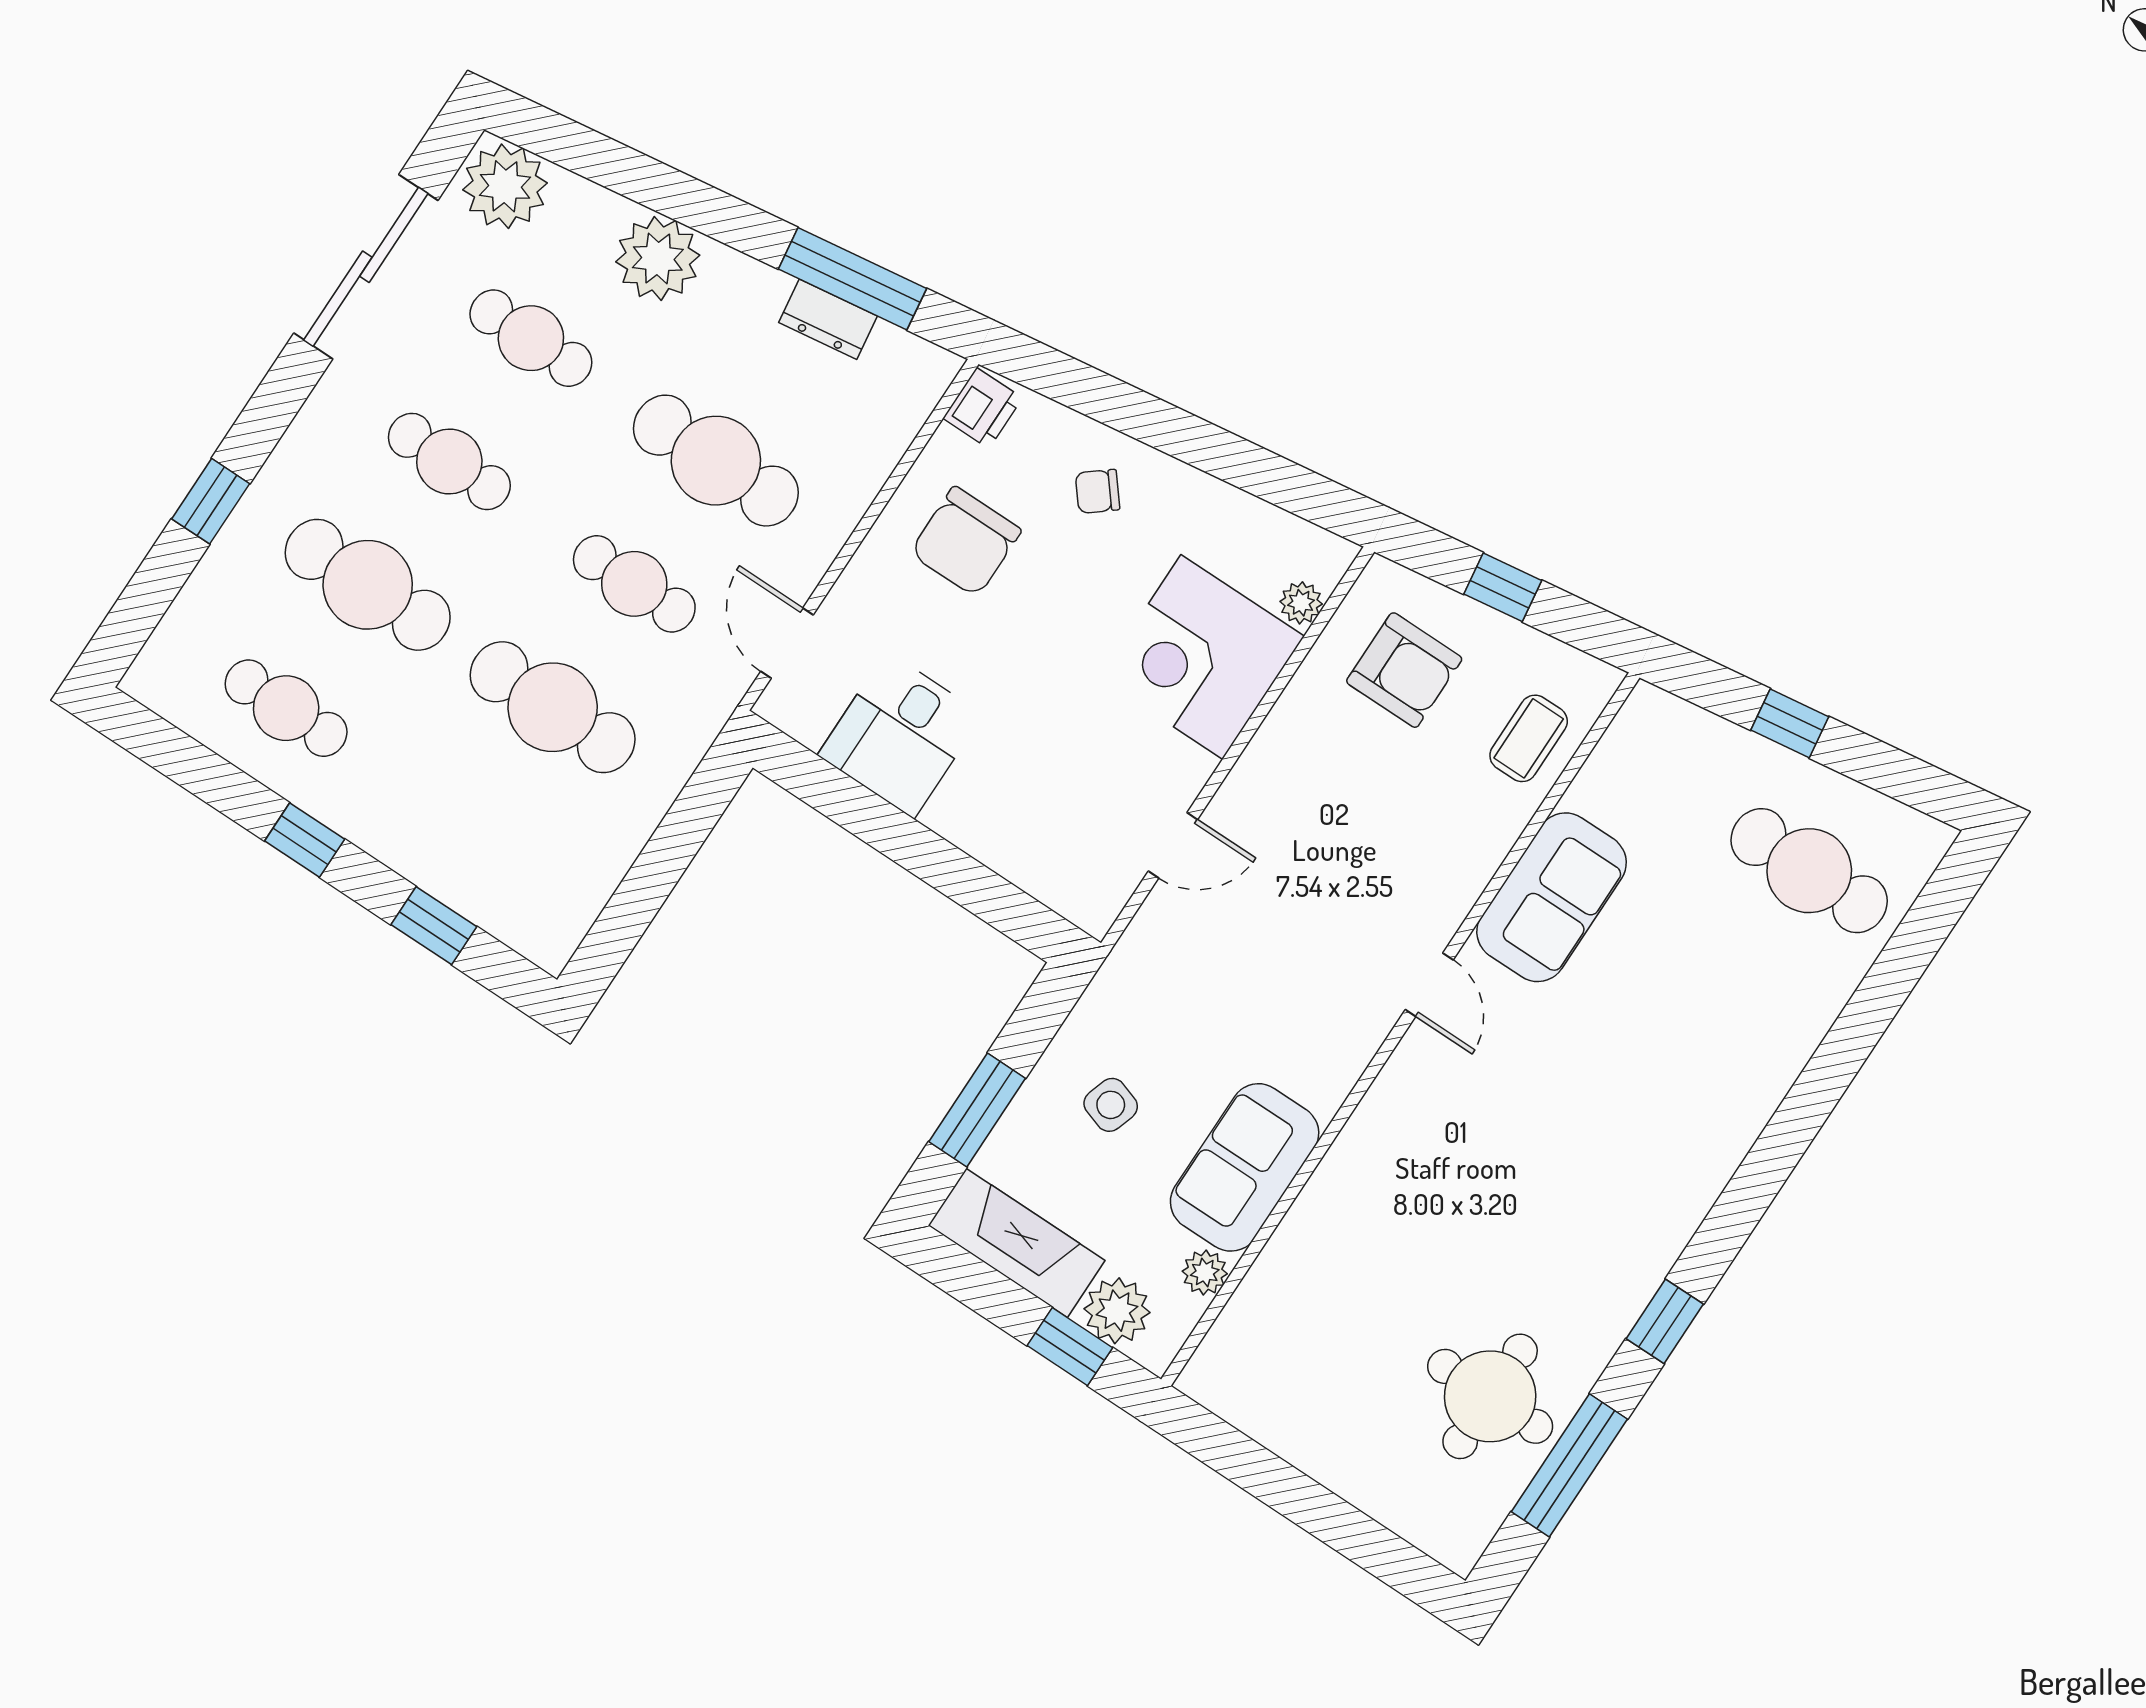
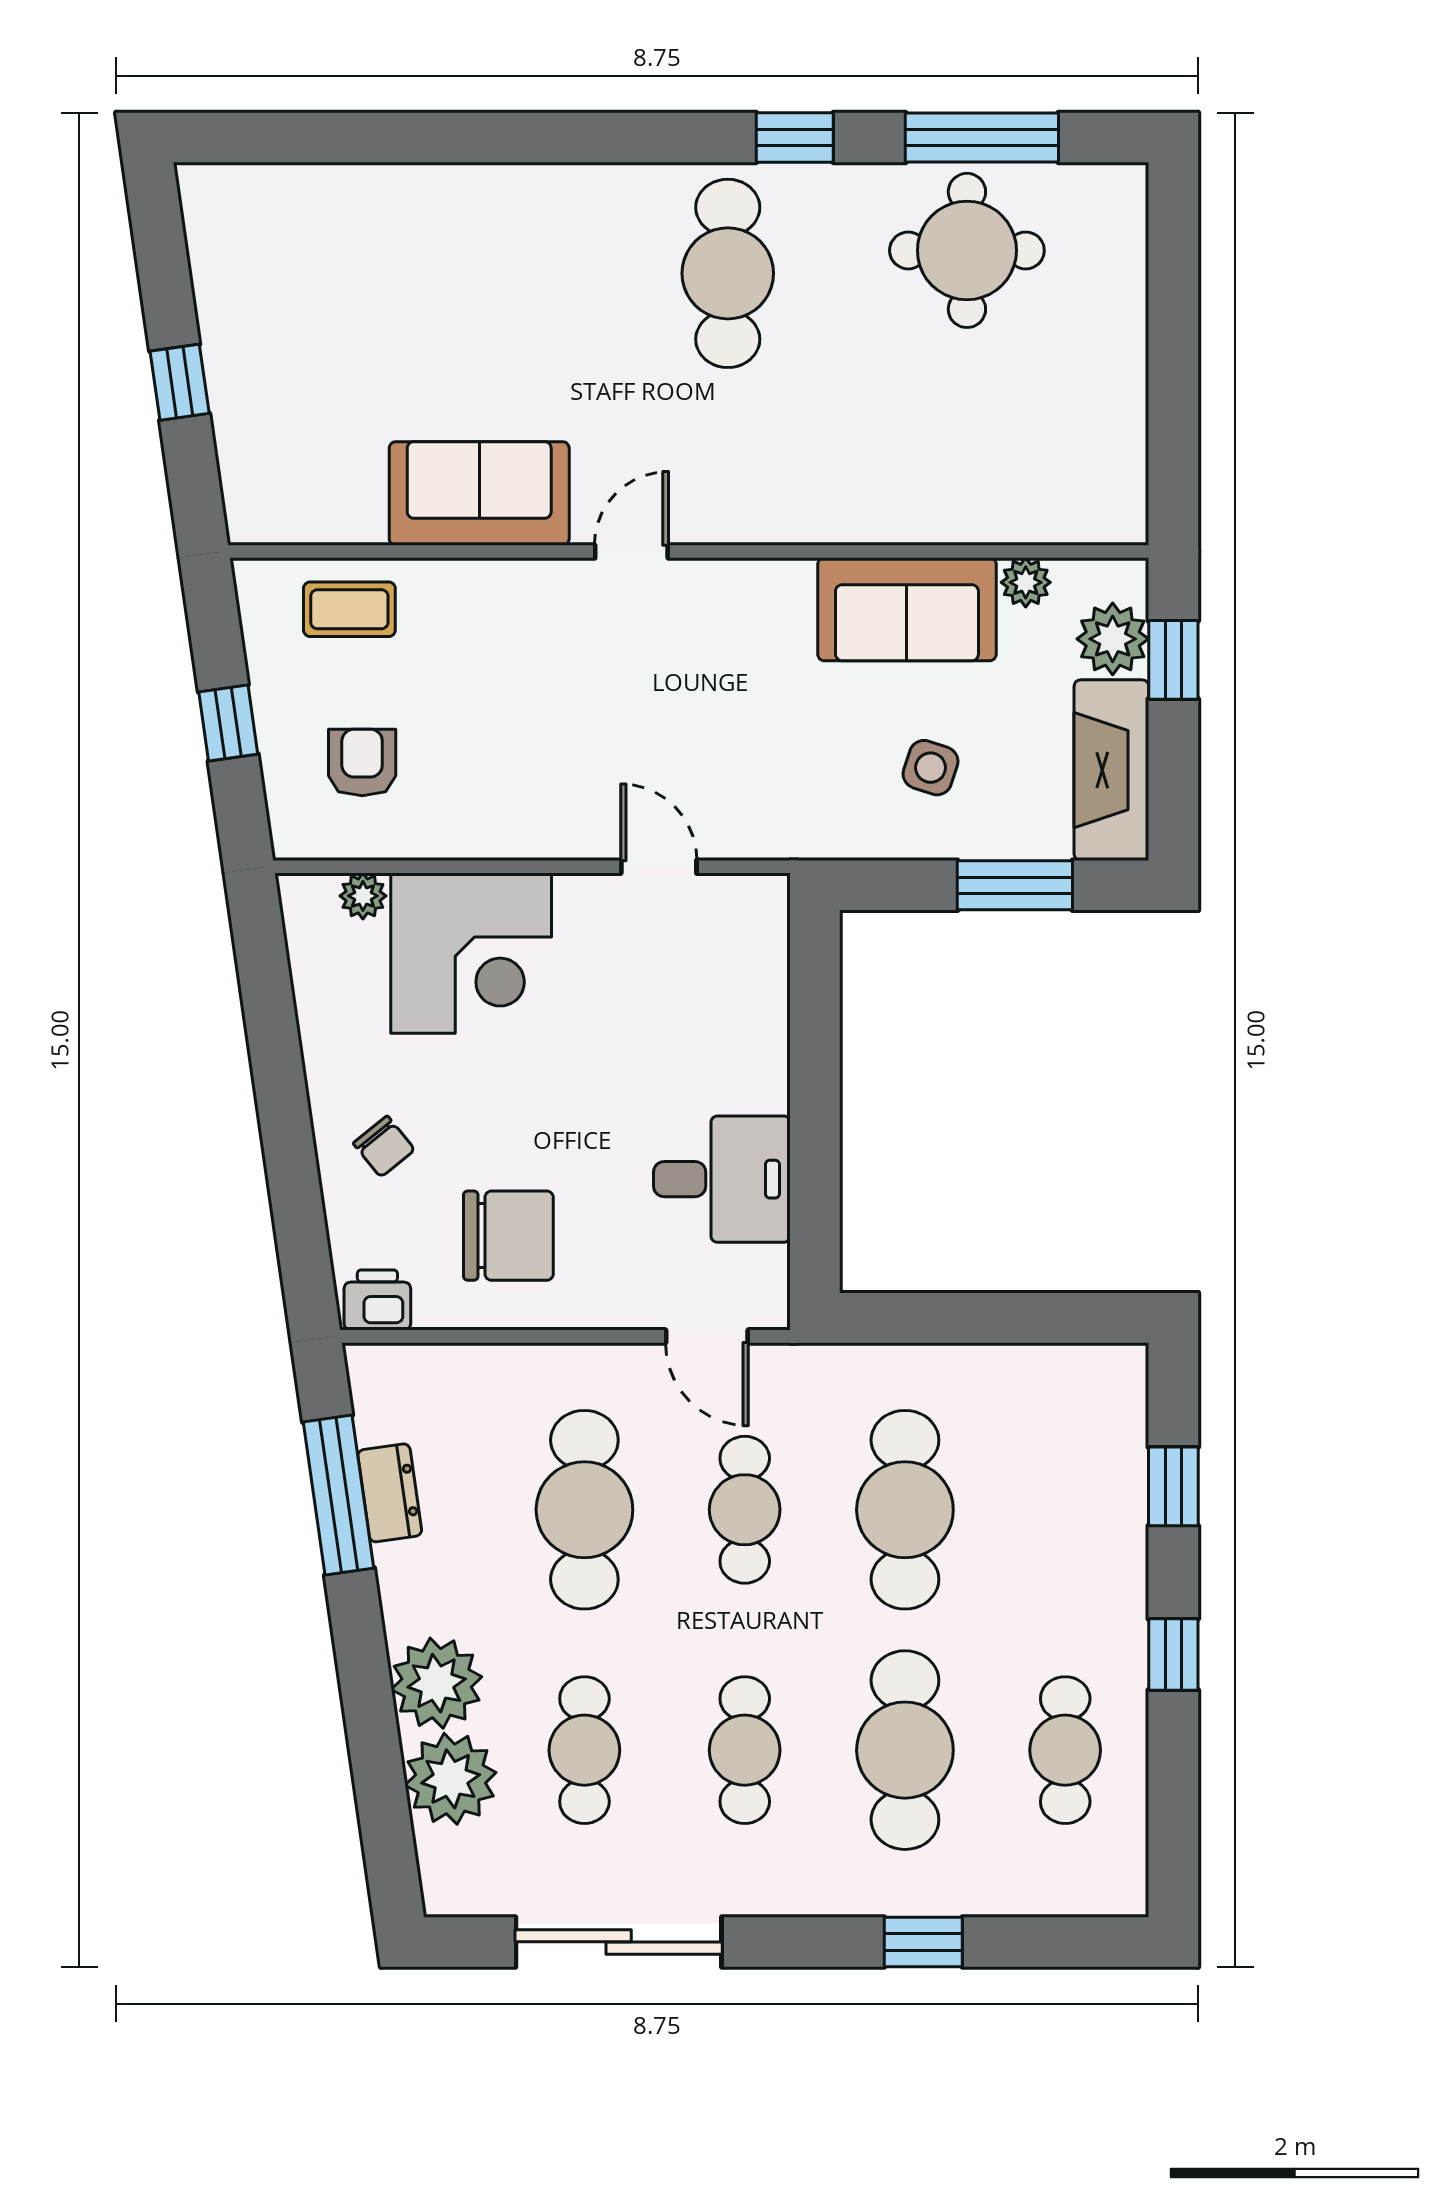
plant: (505, 186) -> (451, 1779), moved
door: (787, 643) -> (707, 1336), hinge flipped
armchair: (1404, 670) -> (362, 762), width x0.72, depth x0.72
cafe table: (1809, 871) -> (728, 273), moved

